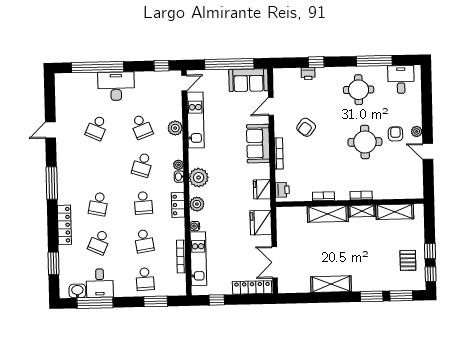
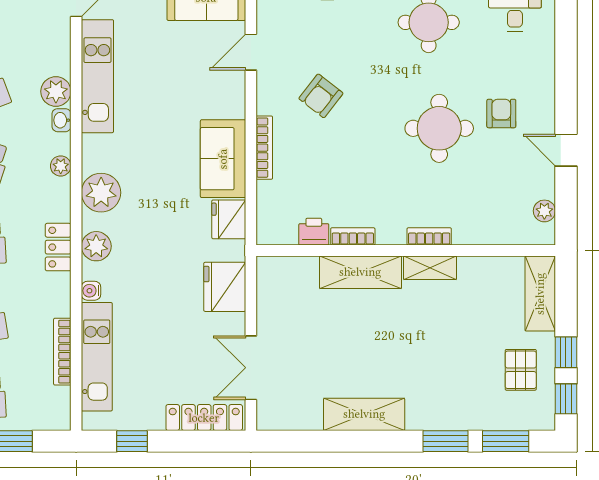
plant: (417, 131) -> (544, 211), moved
sofa: (258, 144) -> (223, 159), moved
washbasin: (179, 177) -> (61, 120), moved
printer: (282, 190) -> (314, 232), moved, turned -90
shelving: (395, 212) -> (540, 294), moved, turned 90

